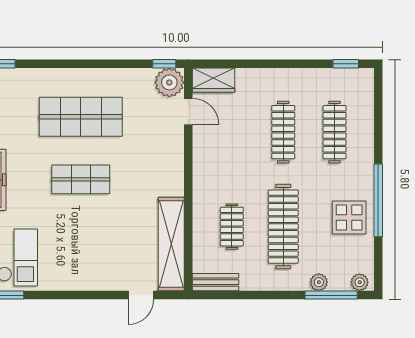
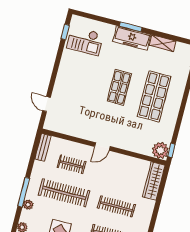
wardrobe: (213, 80) -> (154, 181), width x1.50
door: (188, 112) -> (102, 147), moved
shelving: (171, 244) -> (70, 128), removed
window: (331, 295) -> (24, 192), moved

